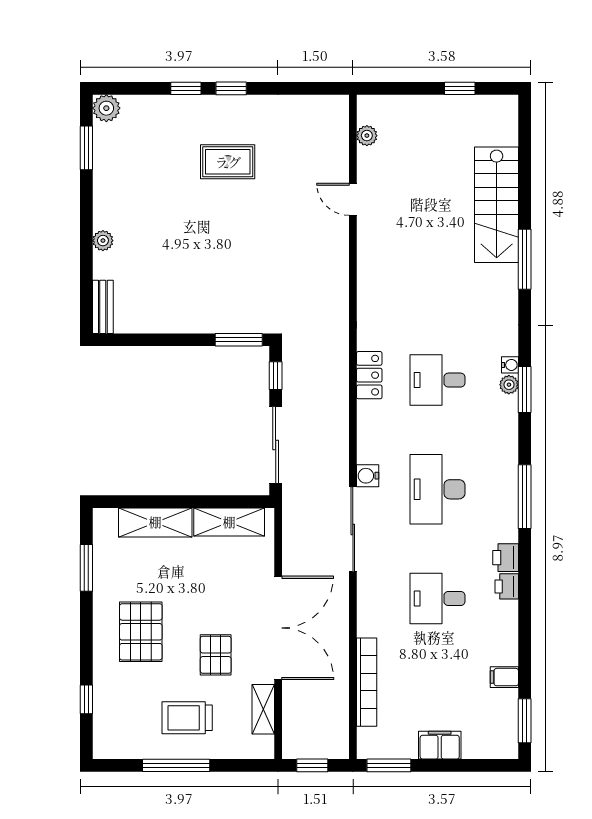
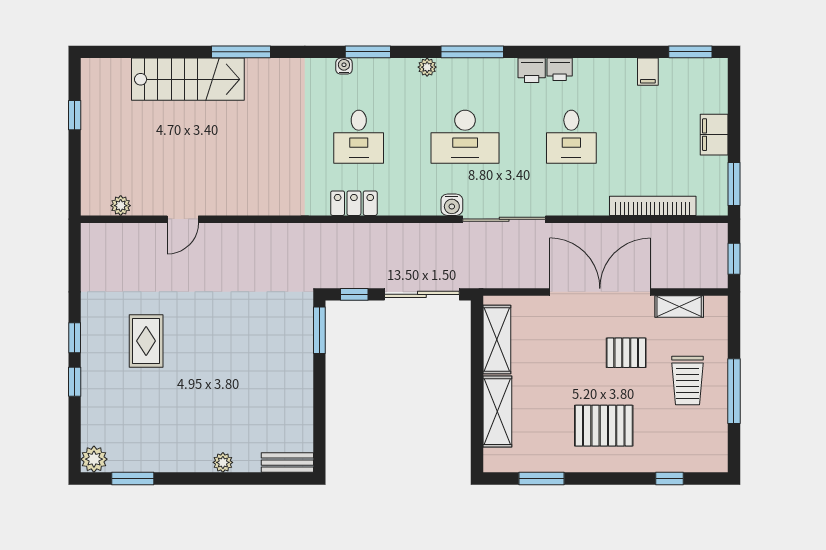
plant: (509, 385) -> (427, 67), moved

